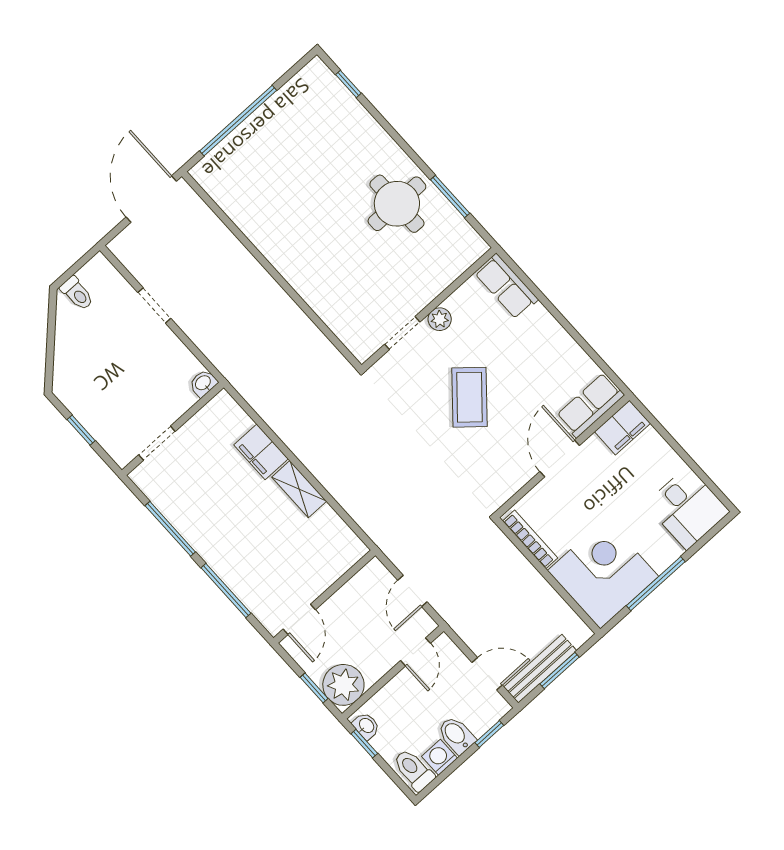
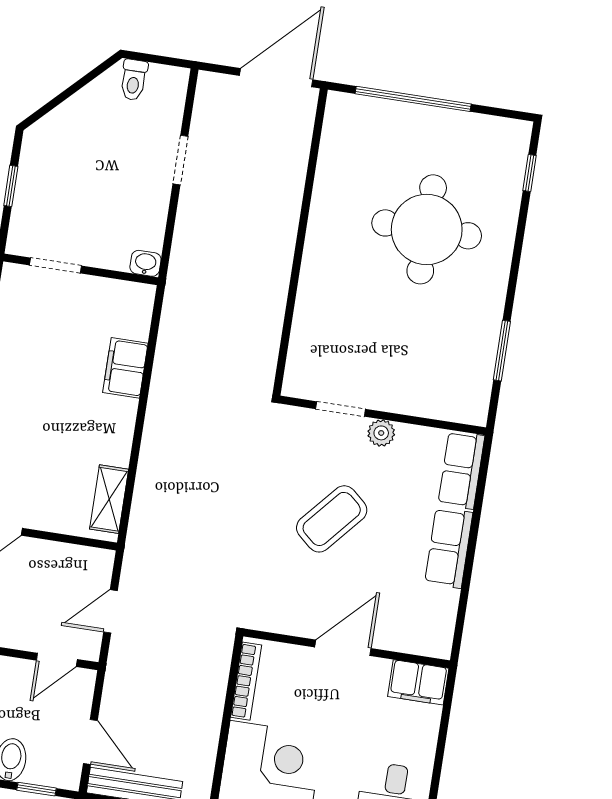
round table: (397, 204) -> (427, 229), moved, width x1.36, depth x1.36
row of seats: (590, 405) -> (449, 548), moved, turned -90
shelving: (299, 489) -> (109, 499), moved

